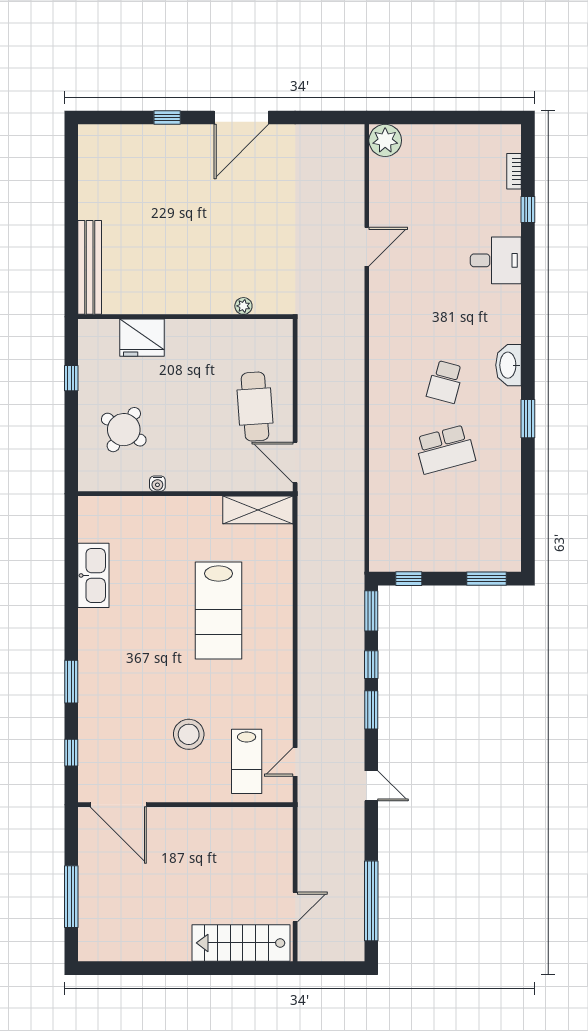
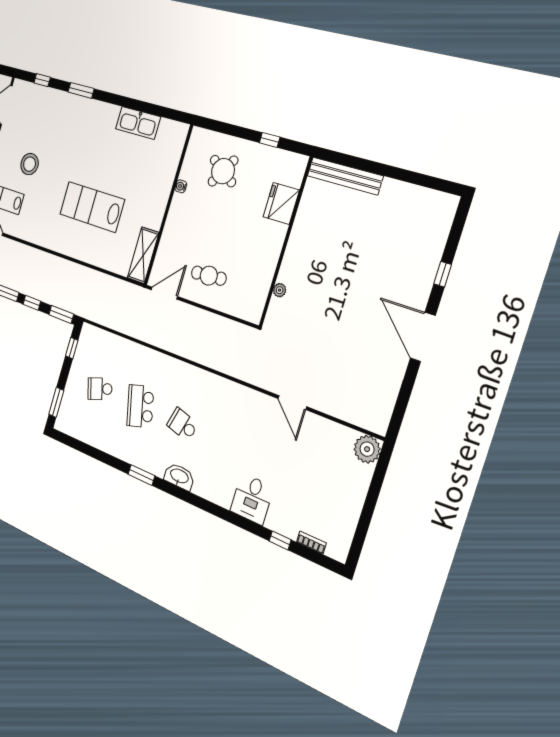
cafe table: (255, 407) -> (209, 276), width x0.73, depth x0.74
school desk: (445, 517) -> (100, 389), added

